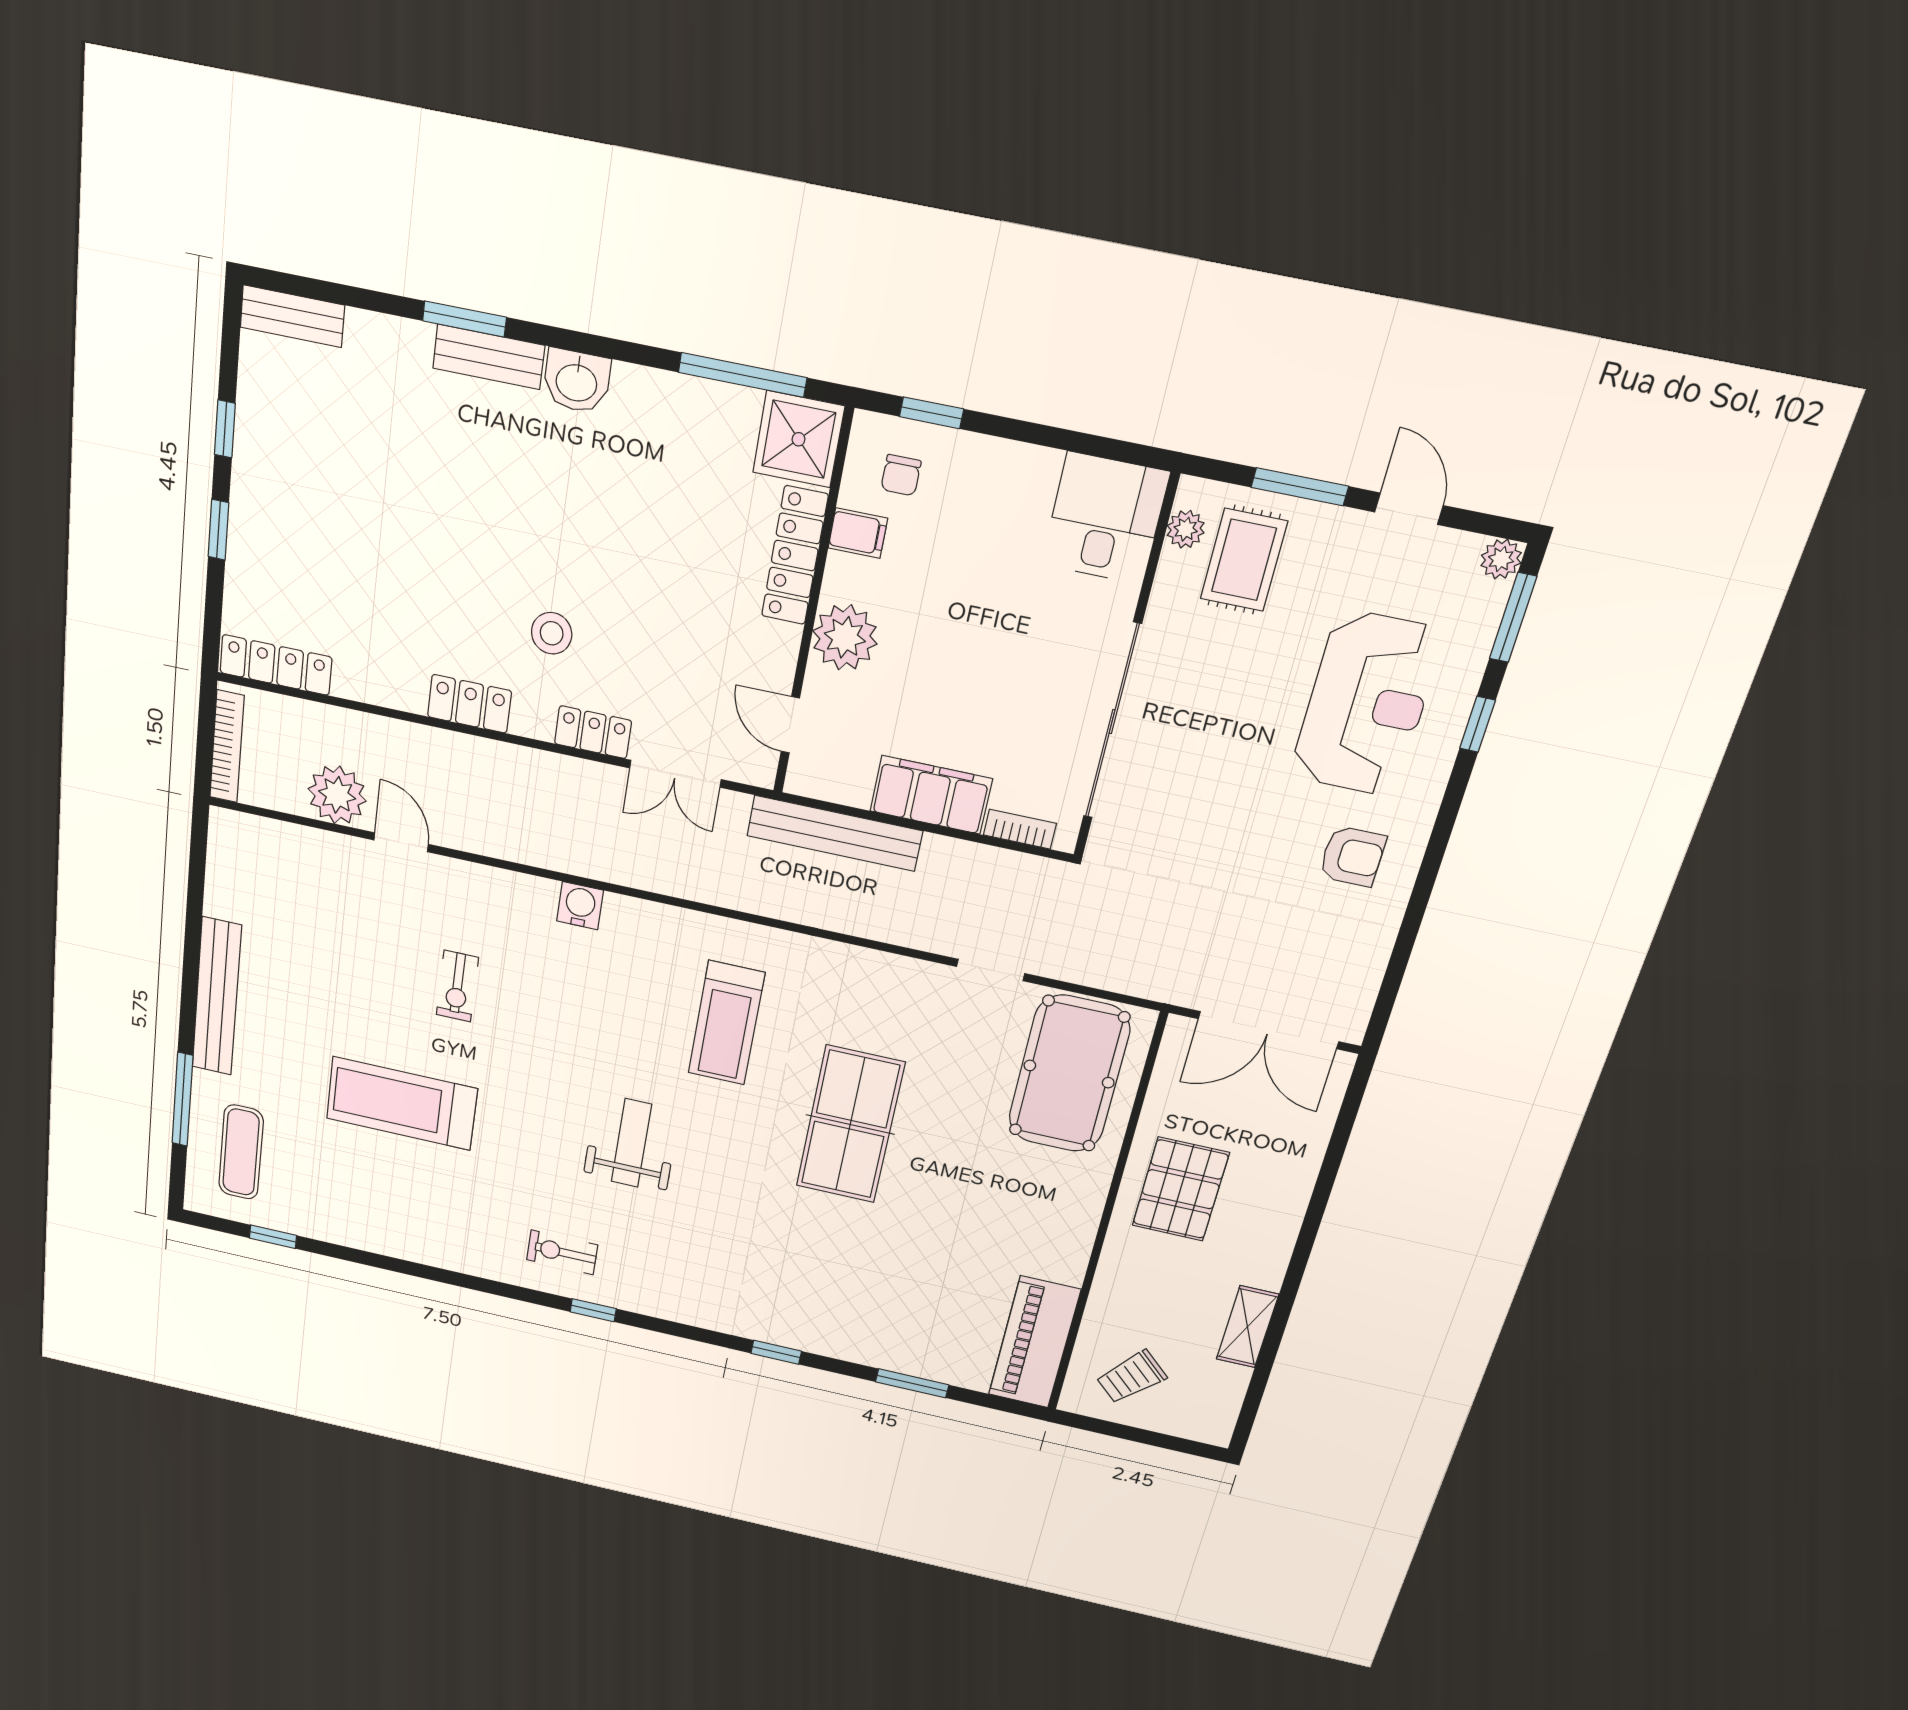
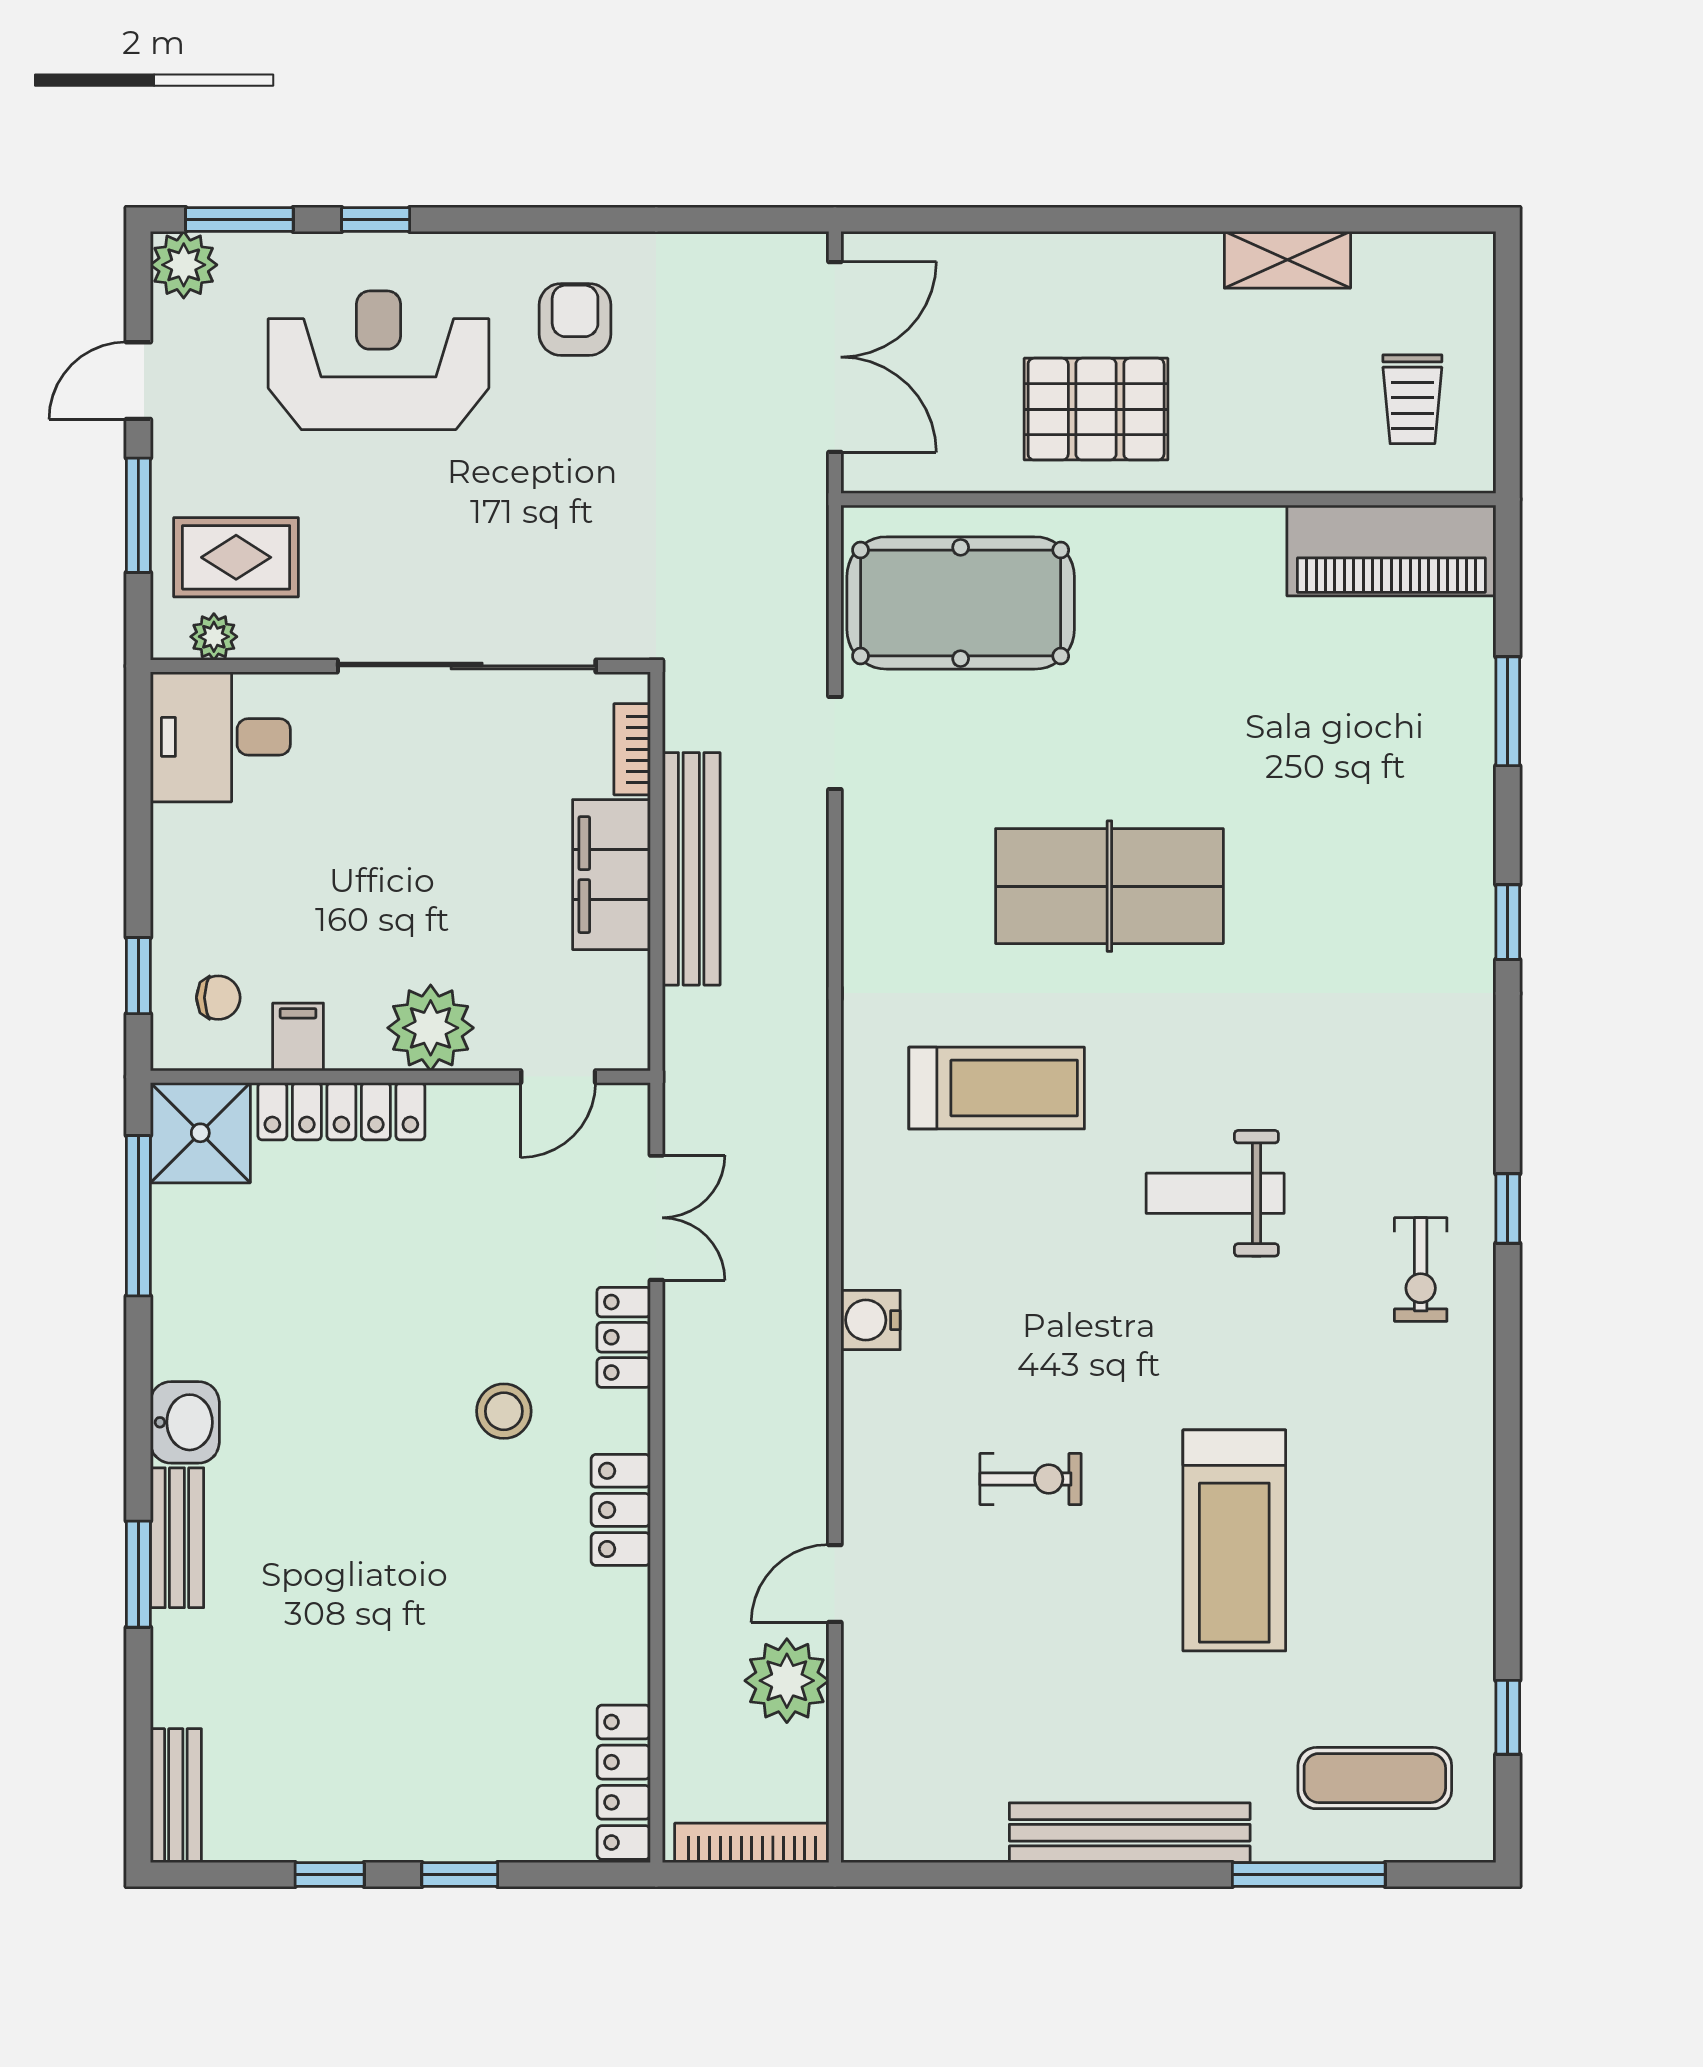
plant: (1501, 559) -> (184, 265), width x1.38, depth x1.38
bench: (835, 833) -> (691, 869), moved
trolley: (1131, 1377) -> (1412, 399), turned 47

